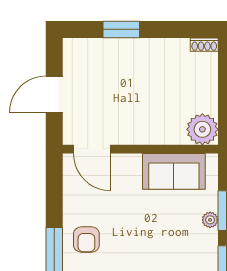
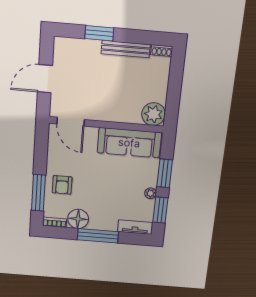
bench: (157, 47) -> (126, 49), added
sofa: (174, 171) -> (129, 143), width x1.36
plant: (210, 220) -> (150, 193), moved

